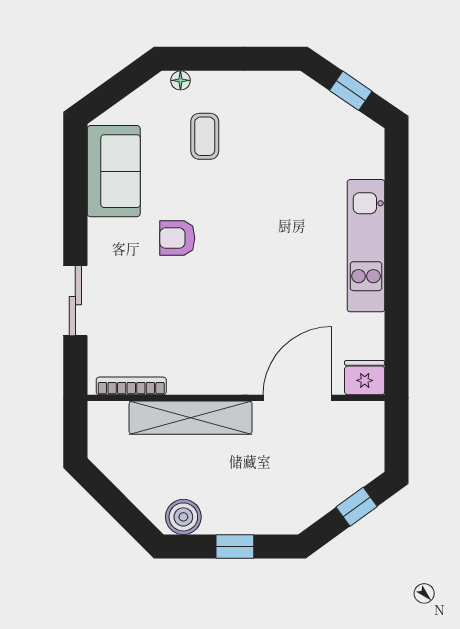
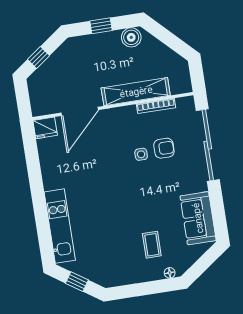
armchair: (177, 238) -> (164, 148), moved
kitchen unit: (366, 246) -> (60, 226), moved
sliding door: (75, 301) -> (208, 145), width x1.86
side table: (199, 303) -> (141, 154), added
bookcase: (131, 386) -> (156, 106), moved

